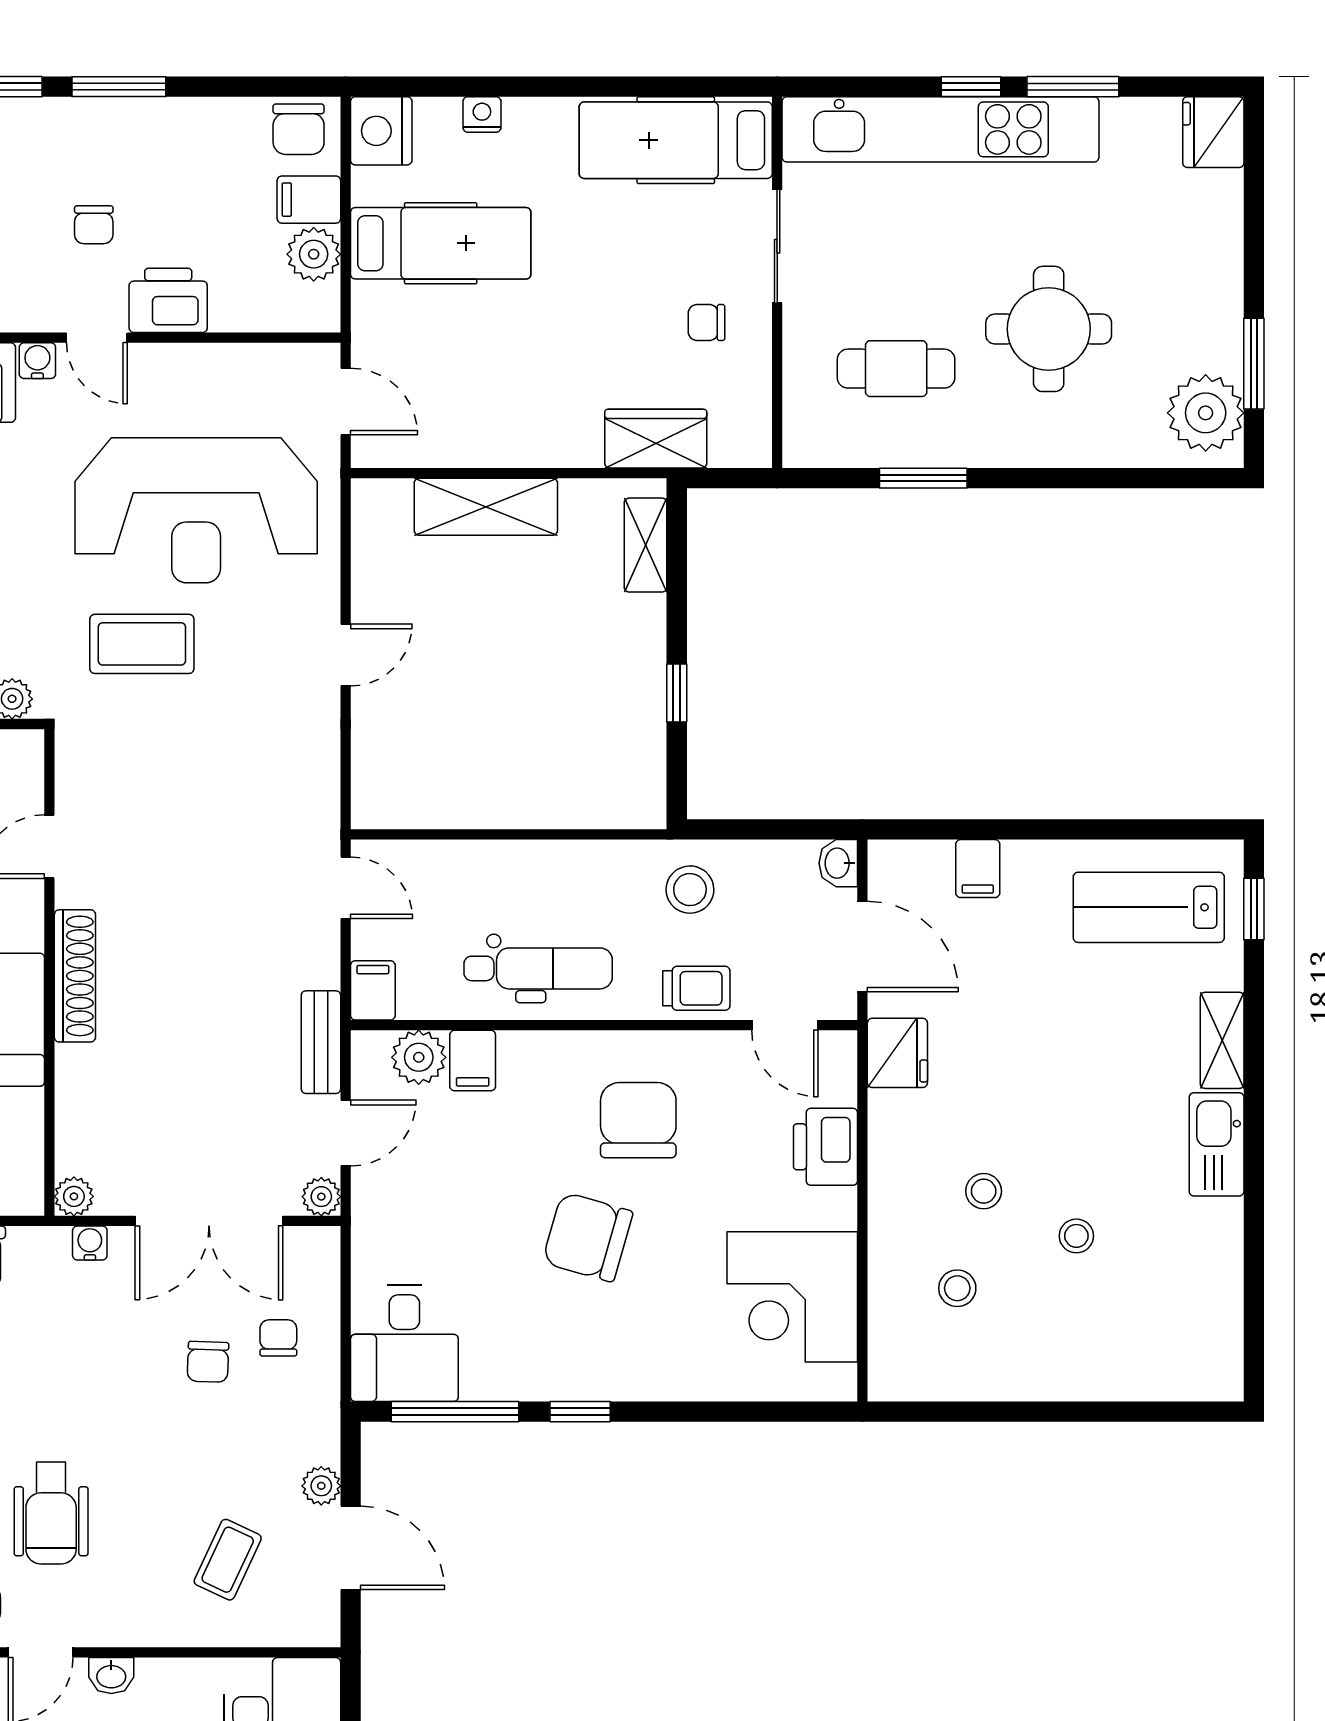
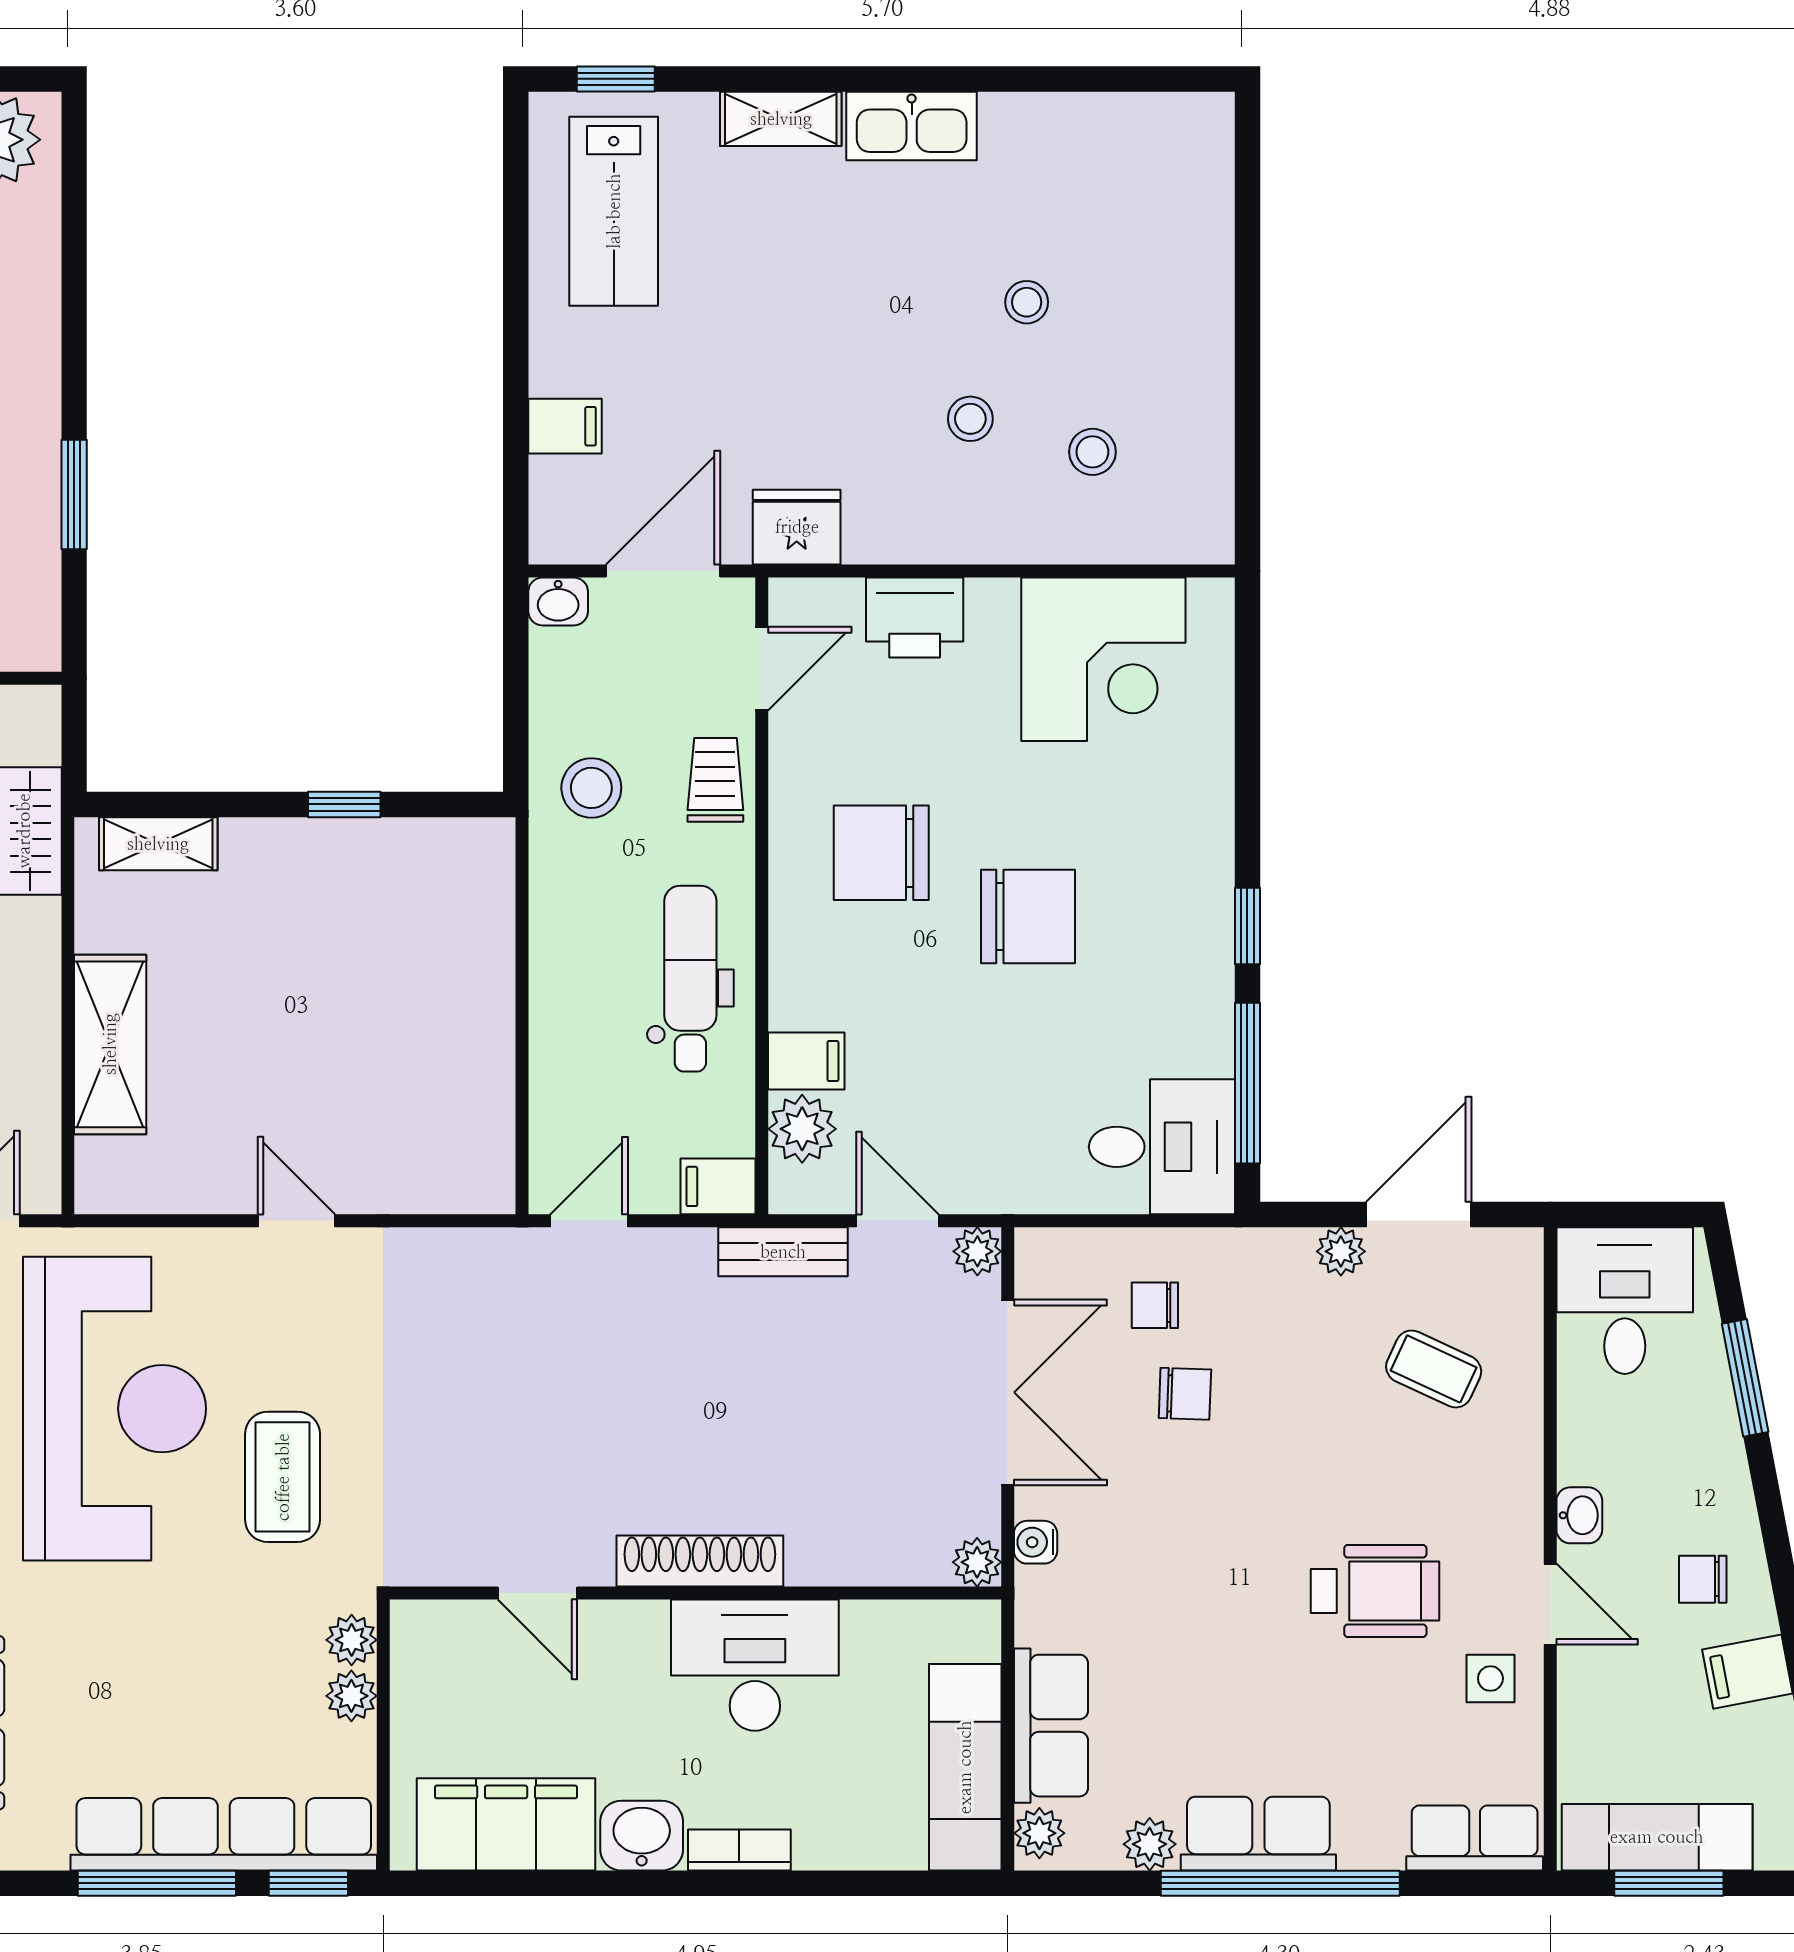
chair: (588, 1237) -> (1028, 917), turned -106

